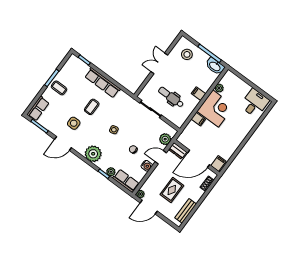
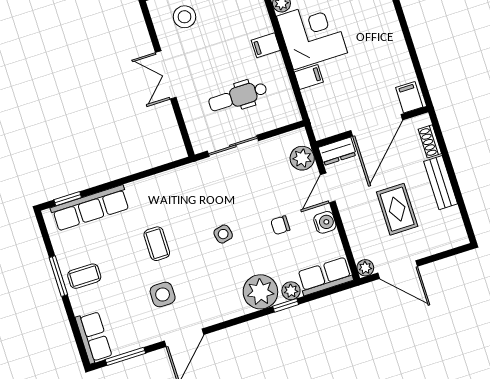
row of seats: (102, 83) -> (90, 208), moved
plant: (93, 154) -> (260, 292), moved
door: (149, 207) -> (398, 270), hinge flipped
bench: (186, 211) -> (441, 183), moved

